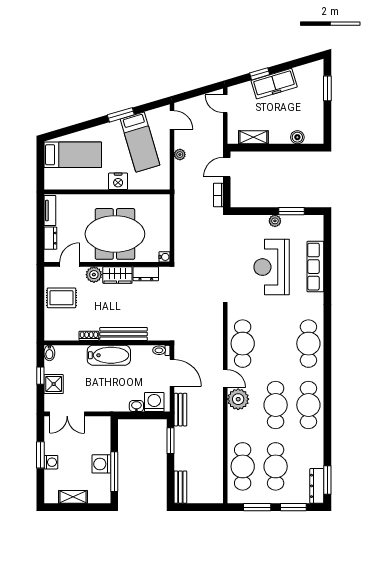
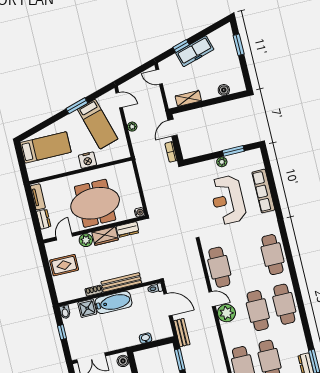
shower: (54, 384) -> (87, 308), moved
washing machine: (154, 402) -> (159, 331), removed
boiler: (104, 426) -> (123, 361), added

